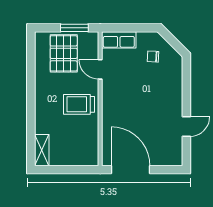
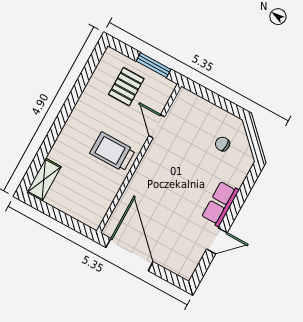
row of seats: (119, 40) -> (220, 204), moved, turned 90
pallet: (64, 53) -> (126, 87), width x0.67, depth x0.71

